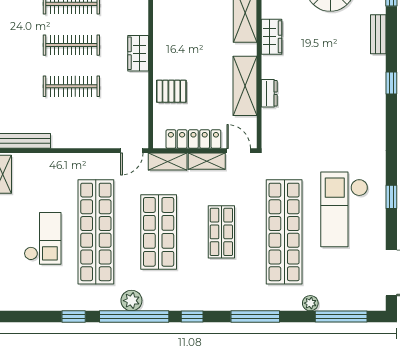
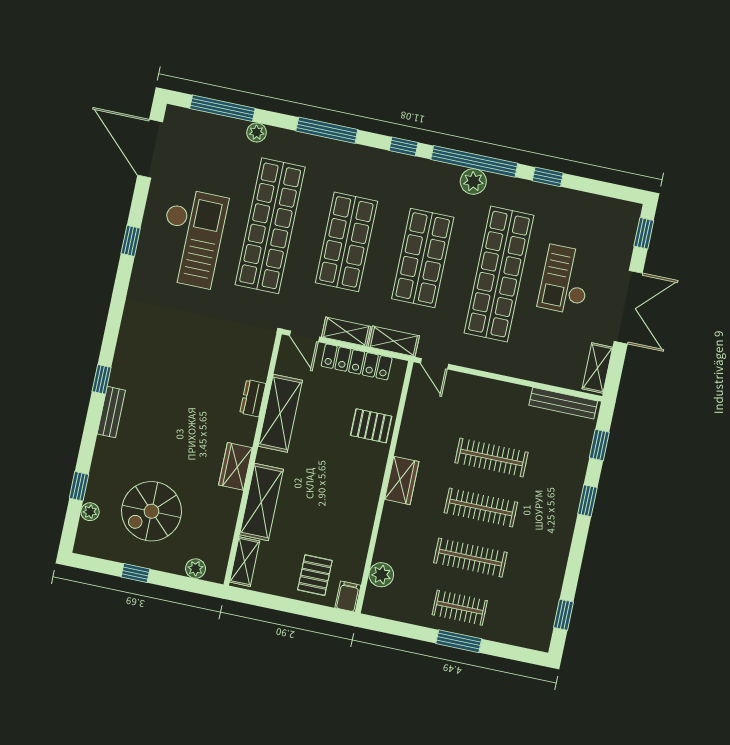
bench: (378, 34) -> (111, 412), moved
door: (132, 151) -> (434, 364), swing flipped
shop shelf: (221, 232) -> (346, 242), width x1.43, depth x1.36

